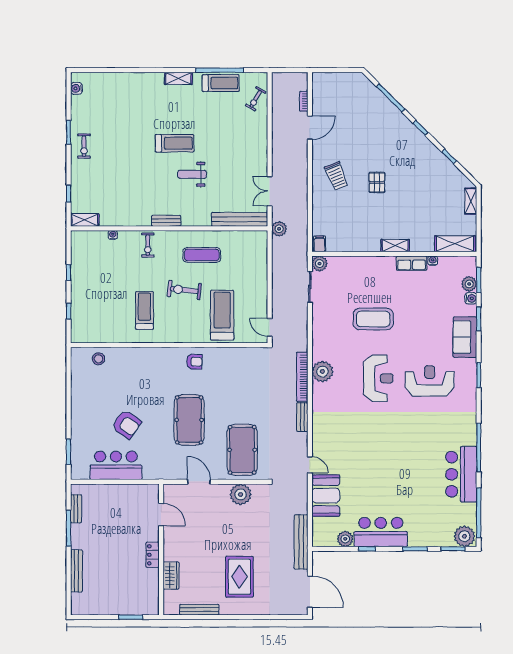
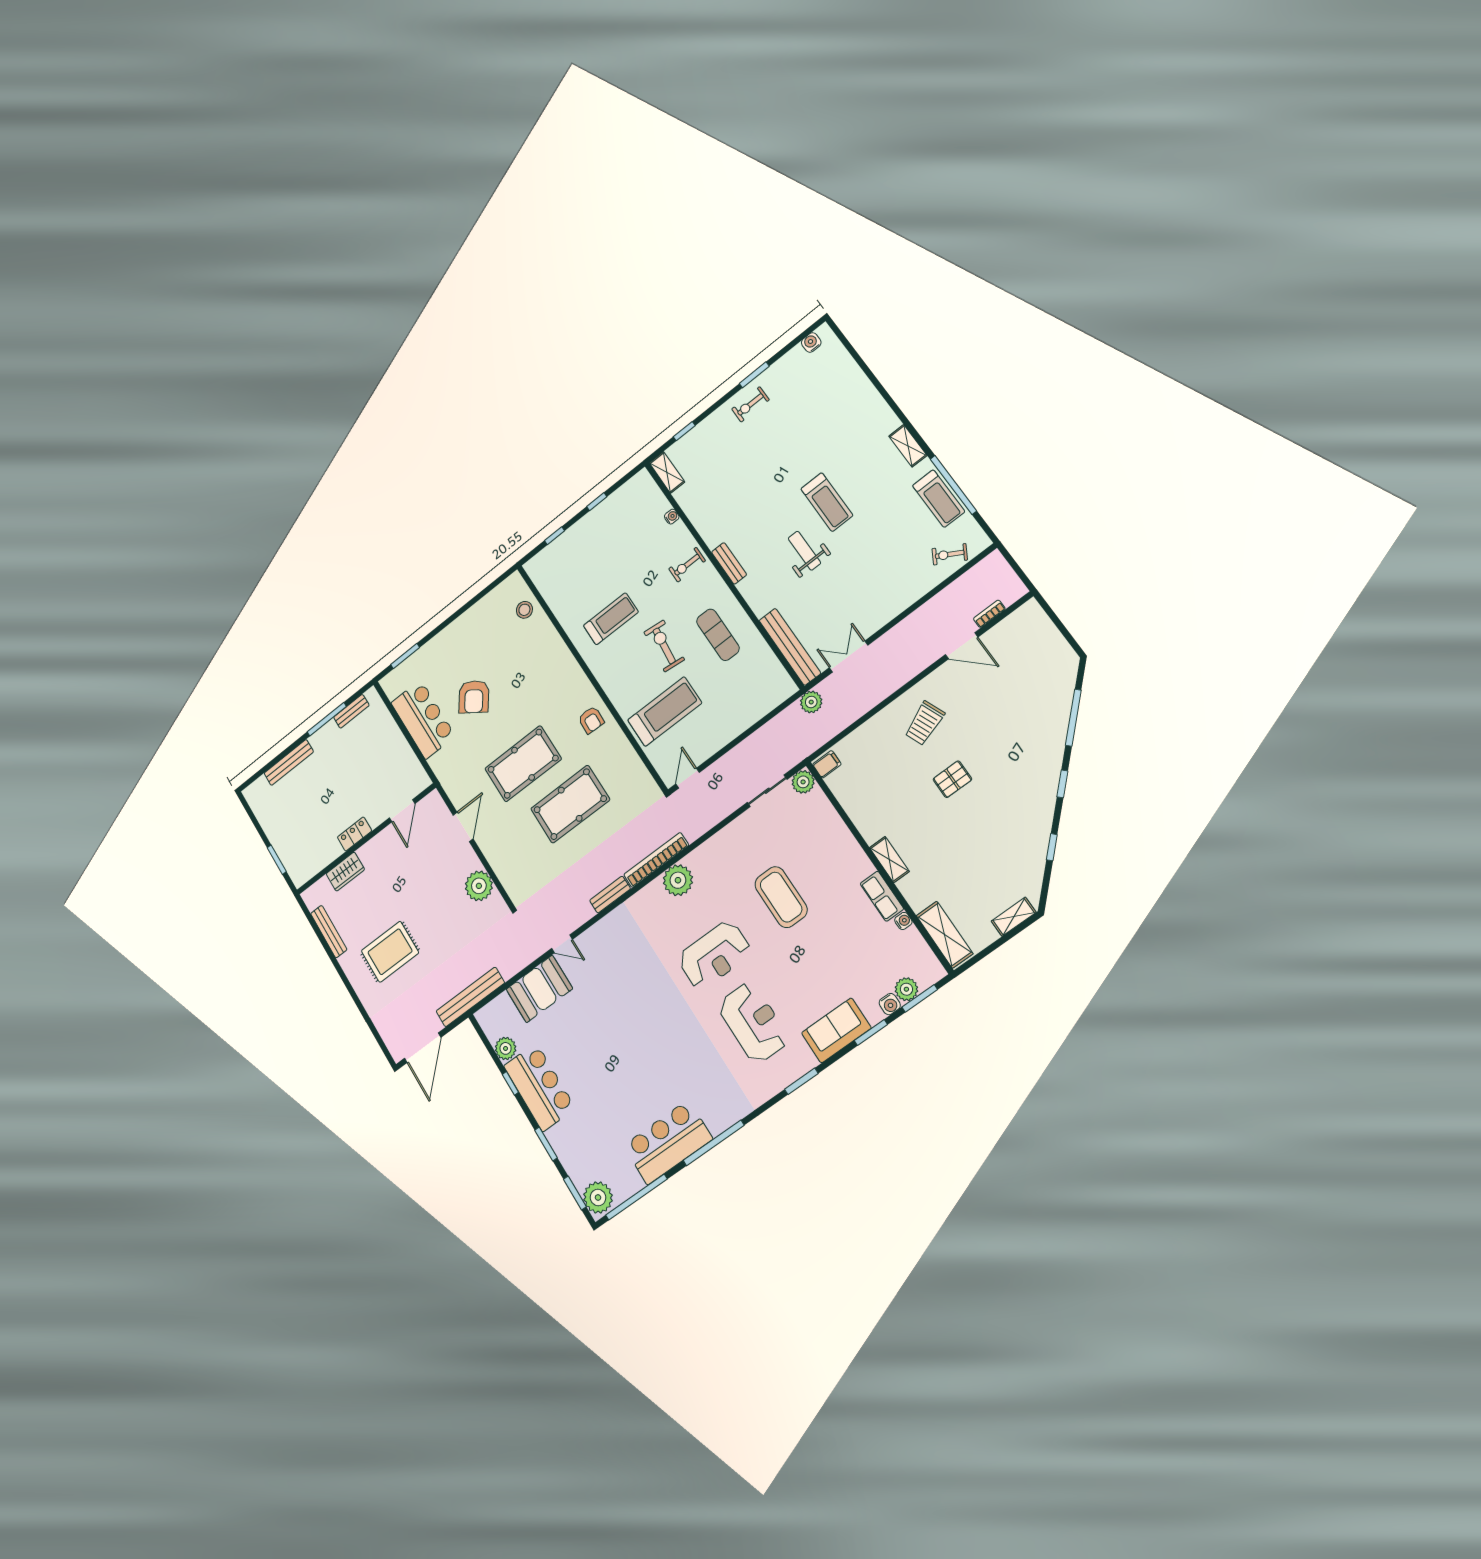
pool table: (242, 450) -> (570, 804), moved
door: (310, 465) -> (562, 944), hinge flipped

